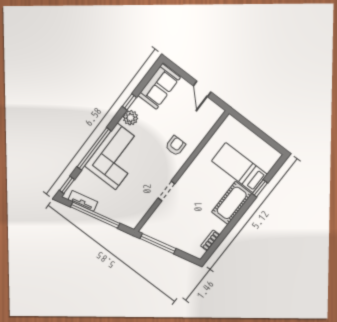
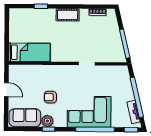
door: (202, 89) -> (6, 90), hinge flipped
plant: (130, 118) -> (47, 121), moved
armchair: (176, 146) -> (50, 97), moved
bed: (239, 168) -> (29, 52), moved, turned -90
cot: (232, 203) -> (68, 15), width x0.73, depth x0.75

